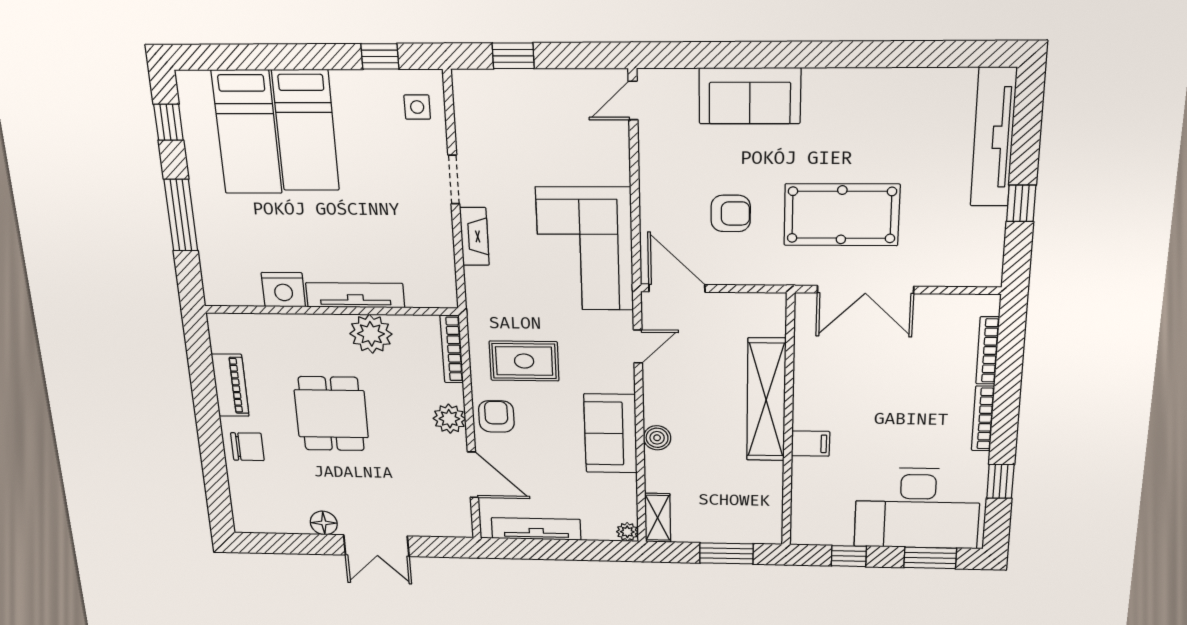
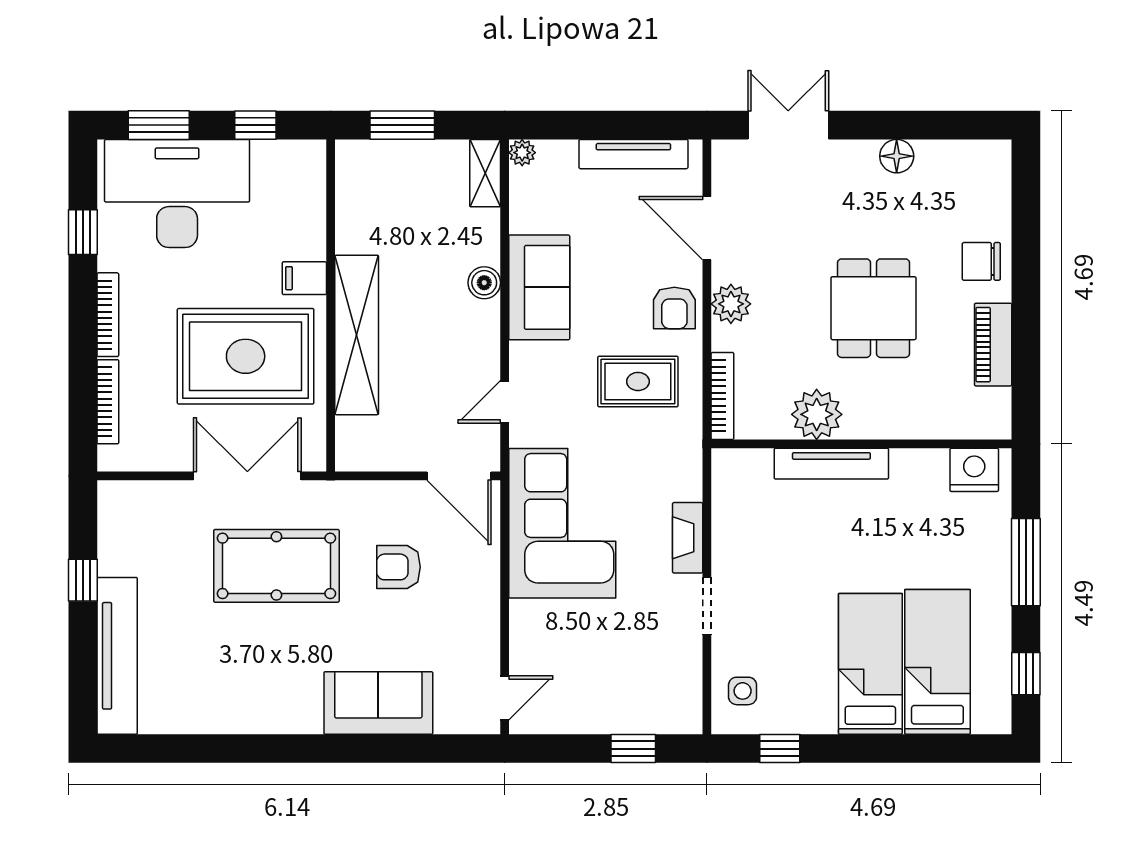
nightstand: (283, 290) -> (974, 470), moved
rug: (863, 385) -> (246, 356), added
double door: (376, 546) -> (788, 125), moved

